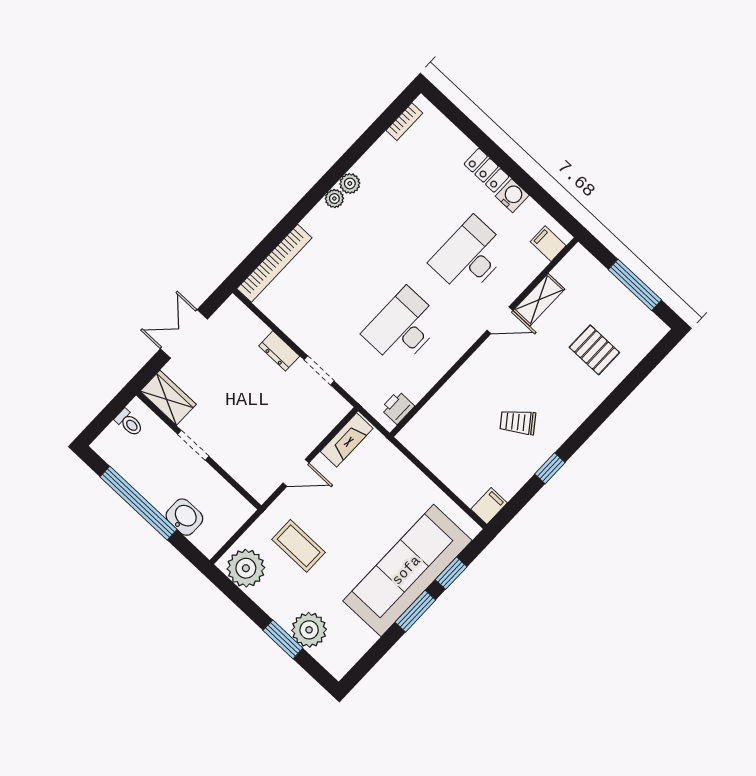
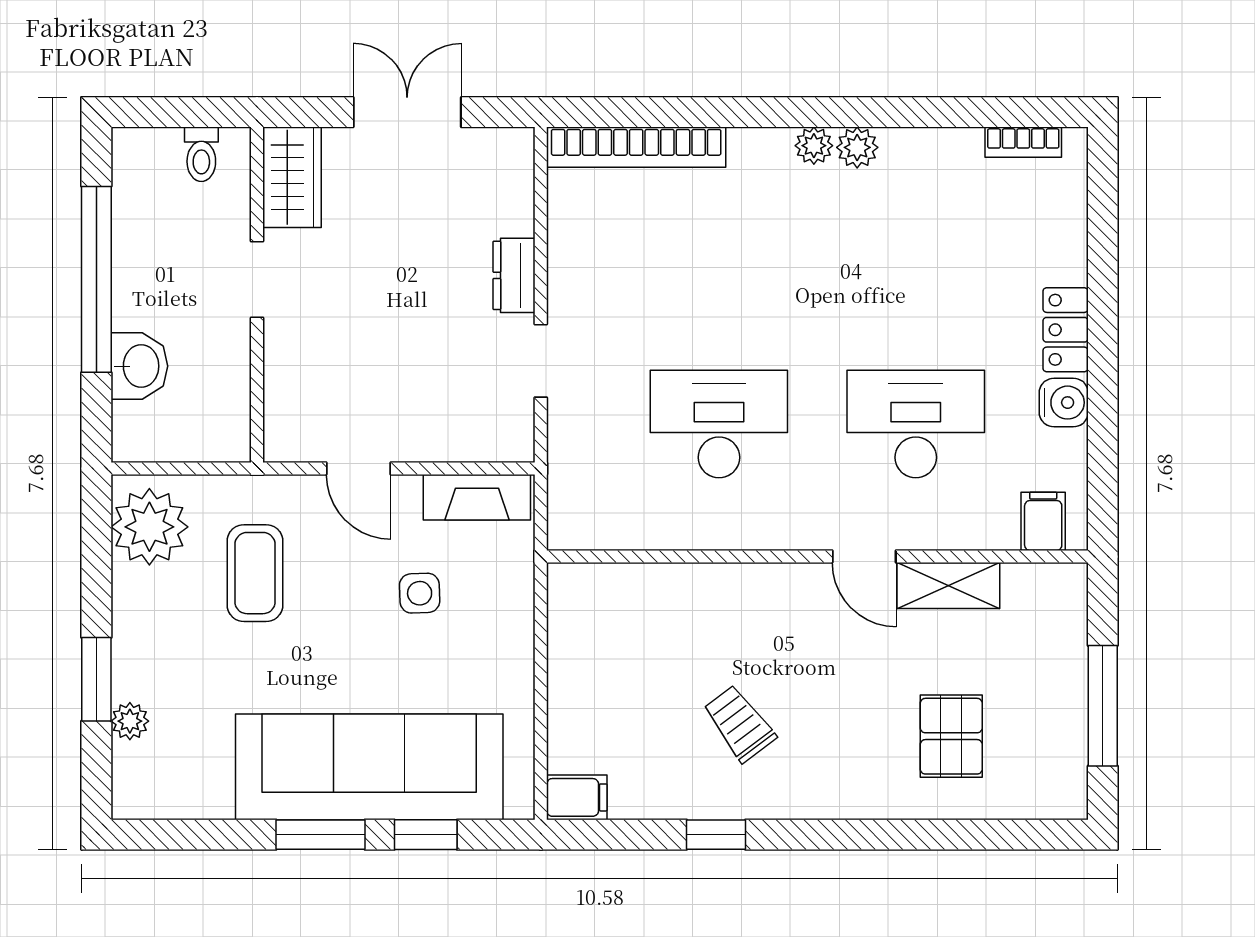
printer: (398, 407) -> (595, 527), removed
side table: (362, 493) -> (420, 593), added
plant: (309, 630) -> (130, 721), width x0.53, depth x0.53

